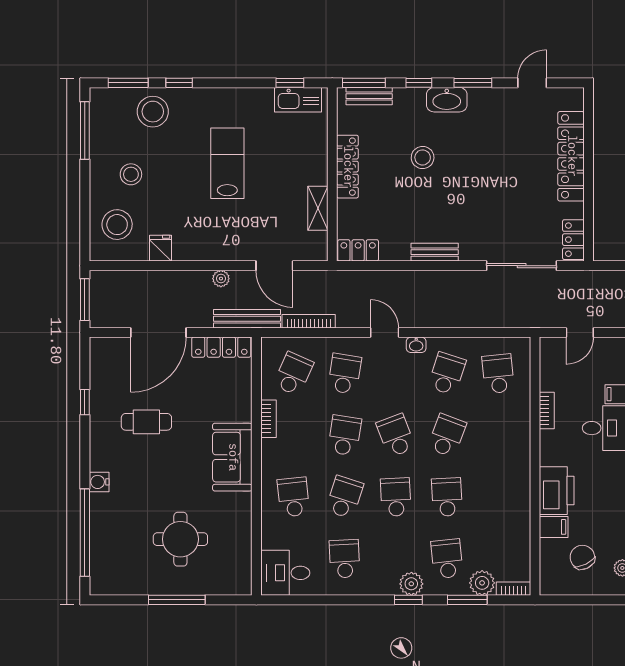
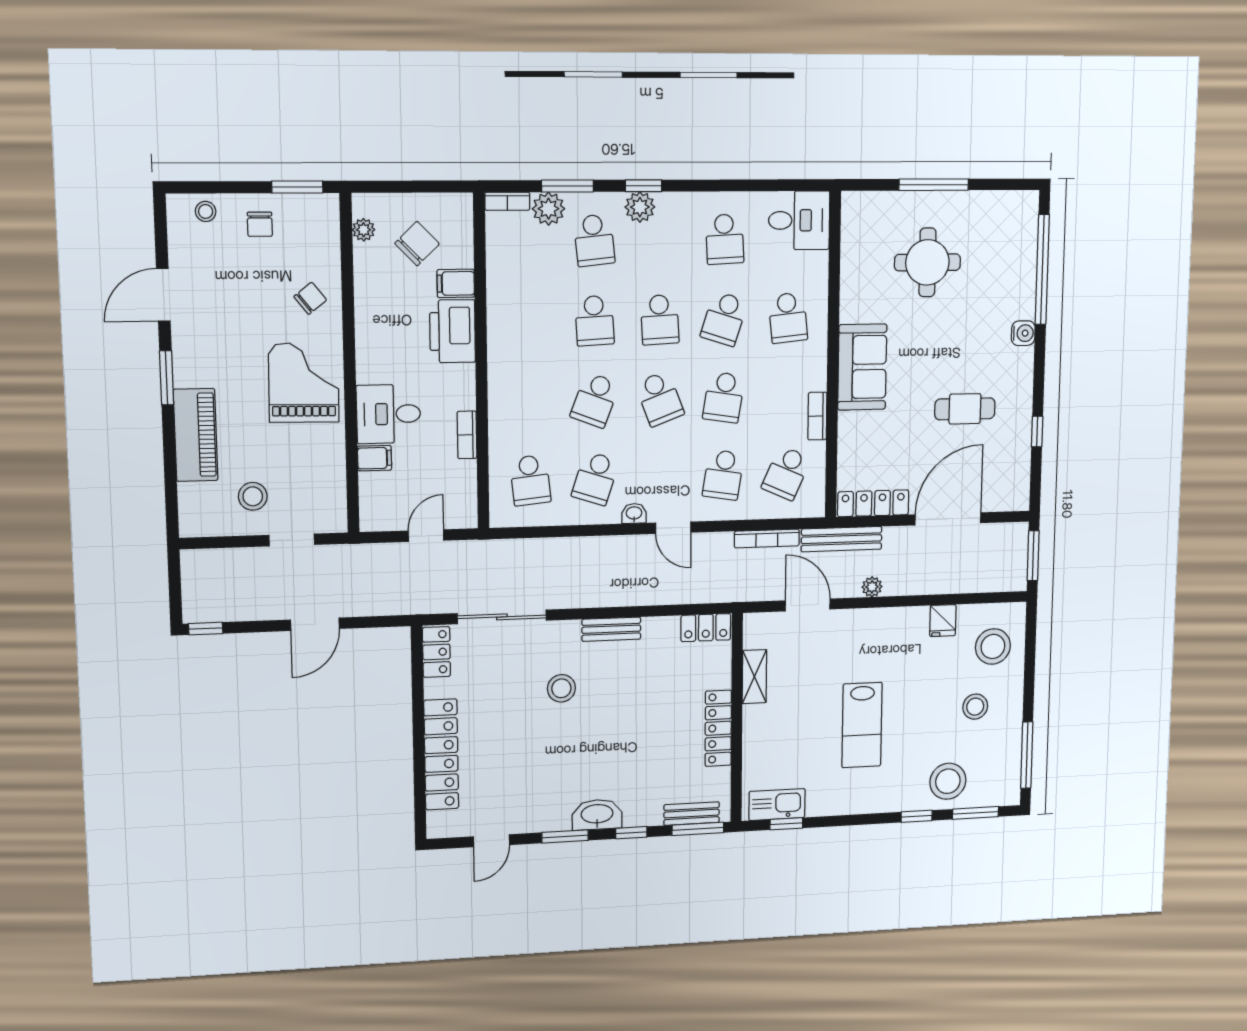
stool: (423, 157) -> (561, 688), moved
chair: (582, 557) -> (417, 244), turned -108

